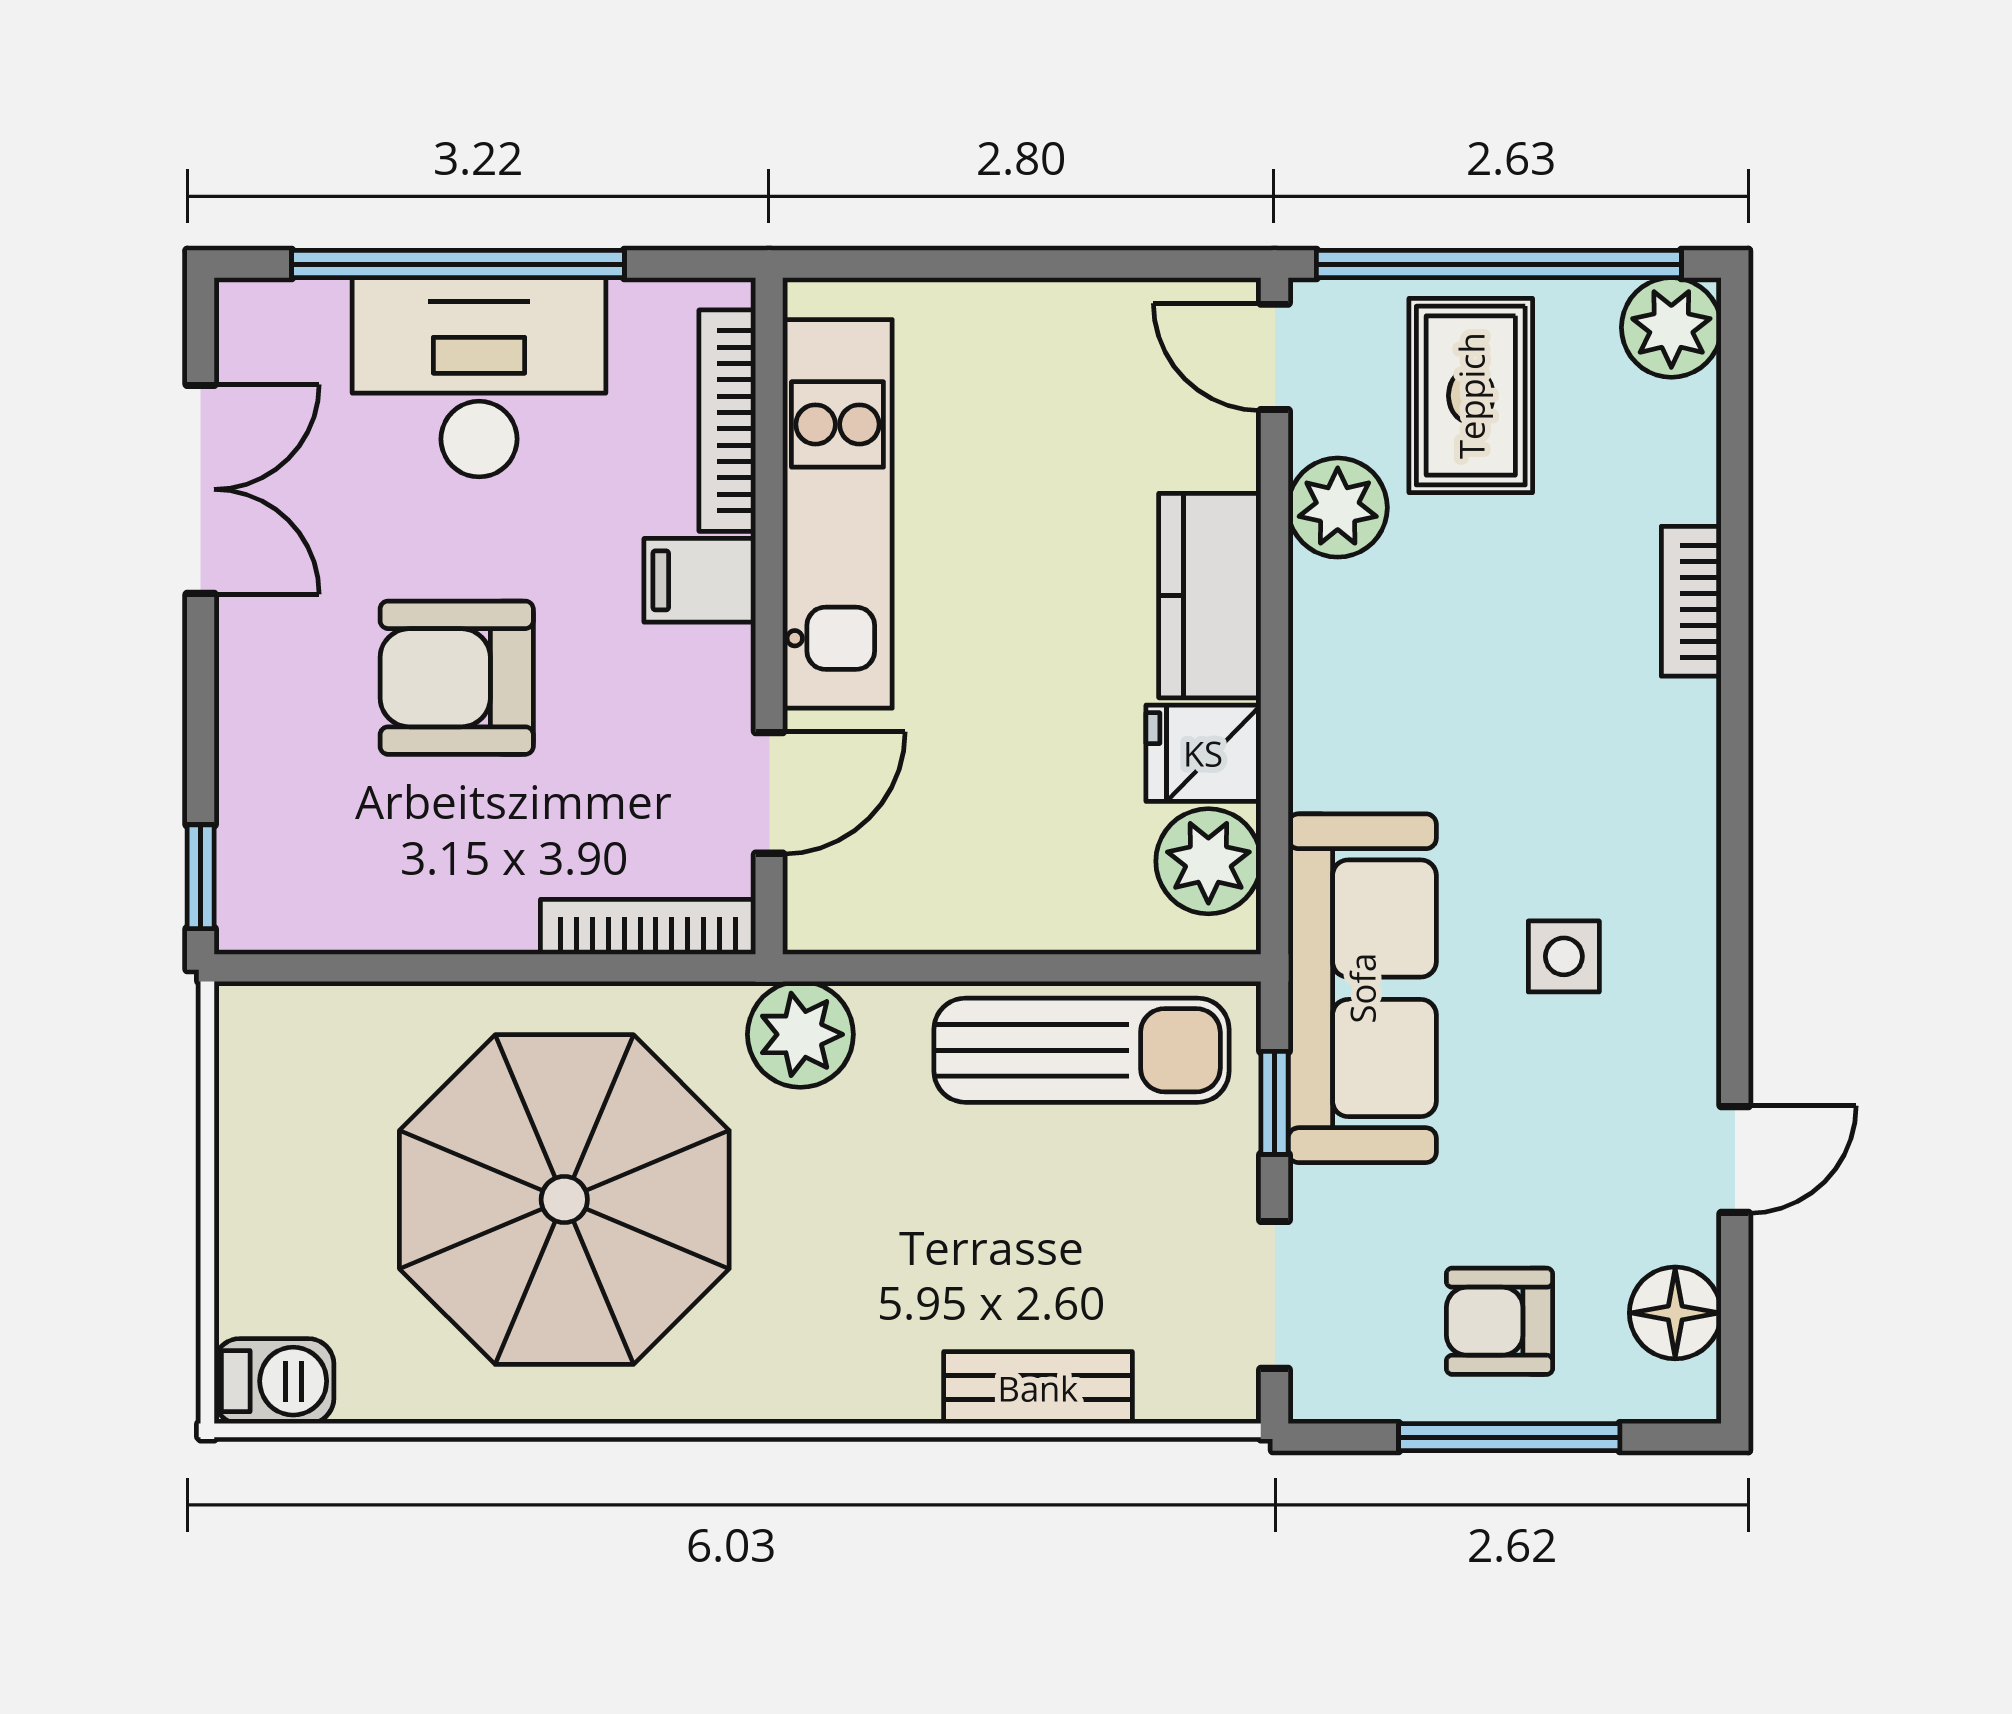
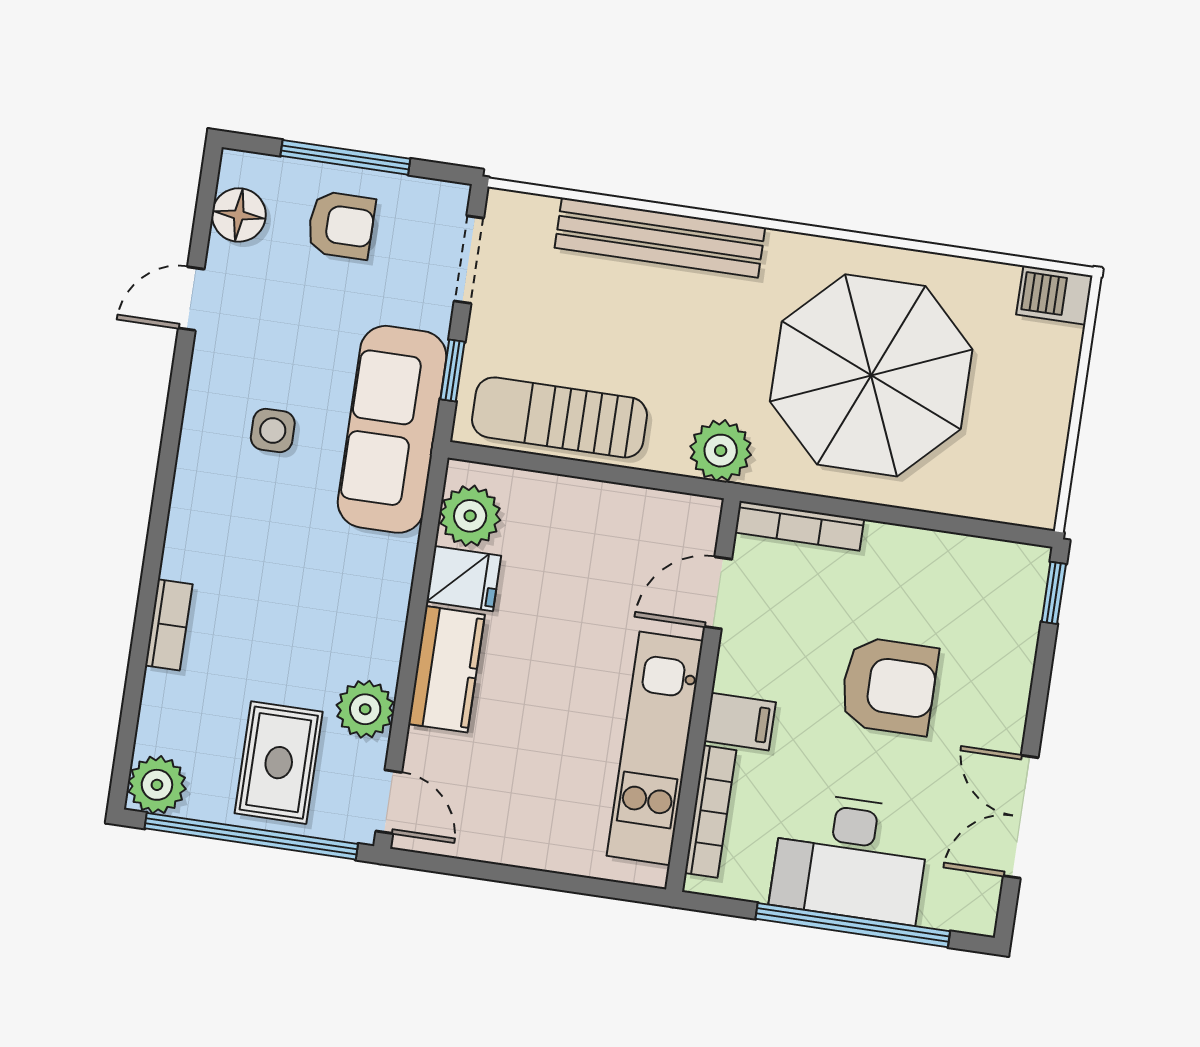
bench: (1038, 1388) -> (660, 238), width x1.86, depth x1.21

